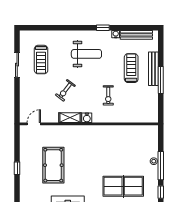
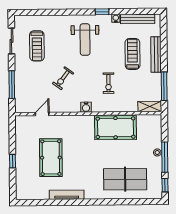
weight bench: (86, 54) -> (85, 40), turned 90
sliding door: (17, 65) -> (11, 41), moved
window: (161, 80) -> (164, 86), moved
window: (17, 96) -> (12, 85), added
shelving: (70, 118) -> (150, 106), moved
door: (34, 124) -> (42, 114), moved
pool table: (115, 137) -> (116, 128), added

